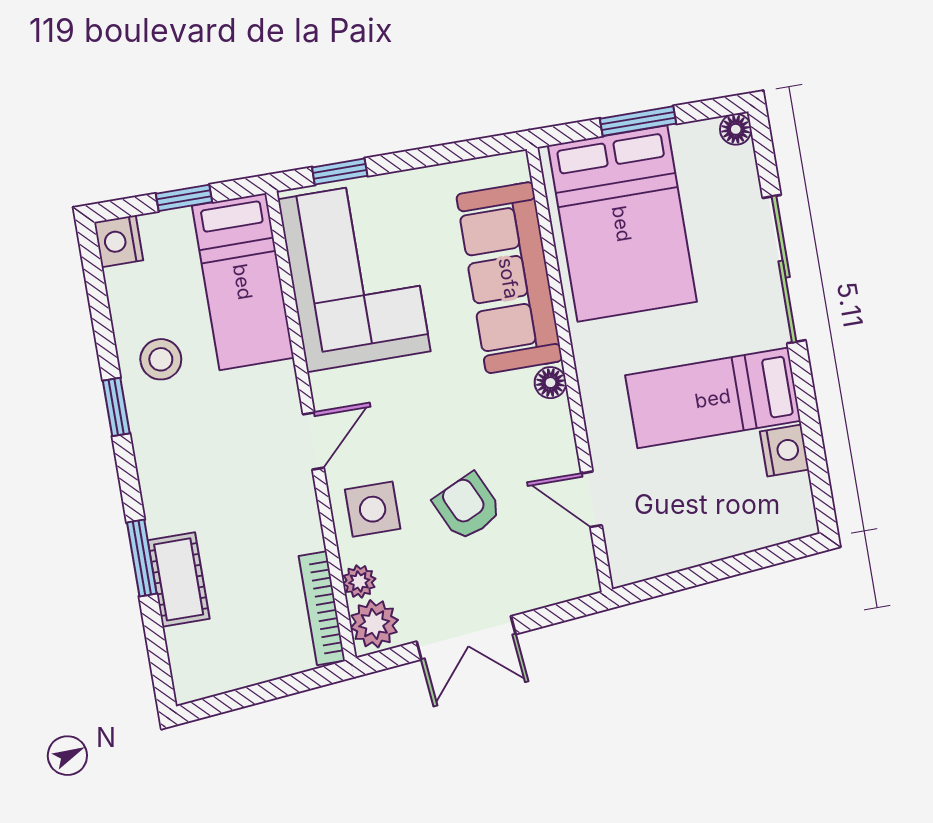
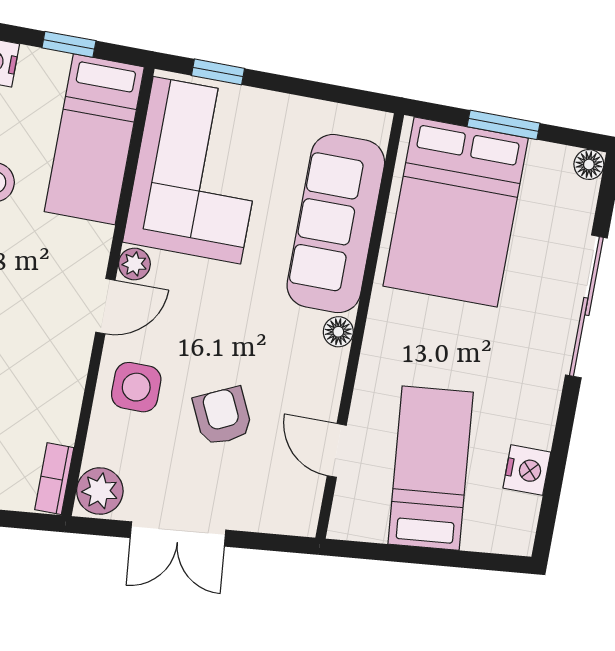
bed: (713, 398) -> (431, 468), moved, turned 85
plant: (359, 581) -> (134, 264), moved
bookcase: (322, 608) -> (54, 479), width x0.64

